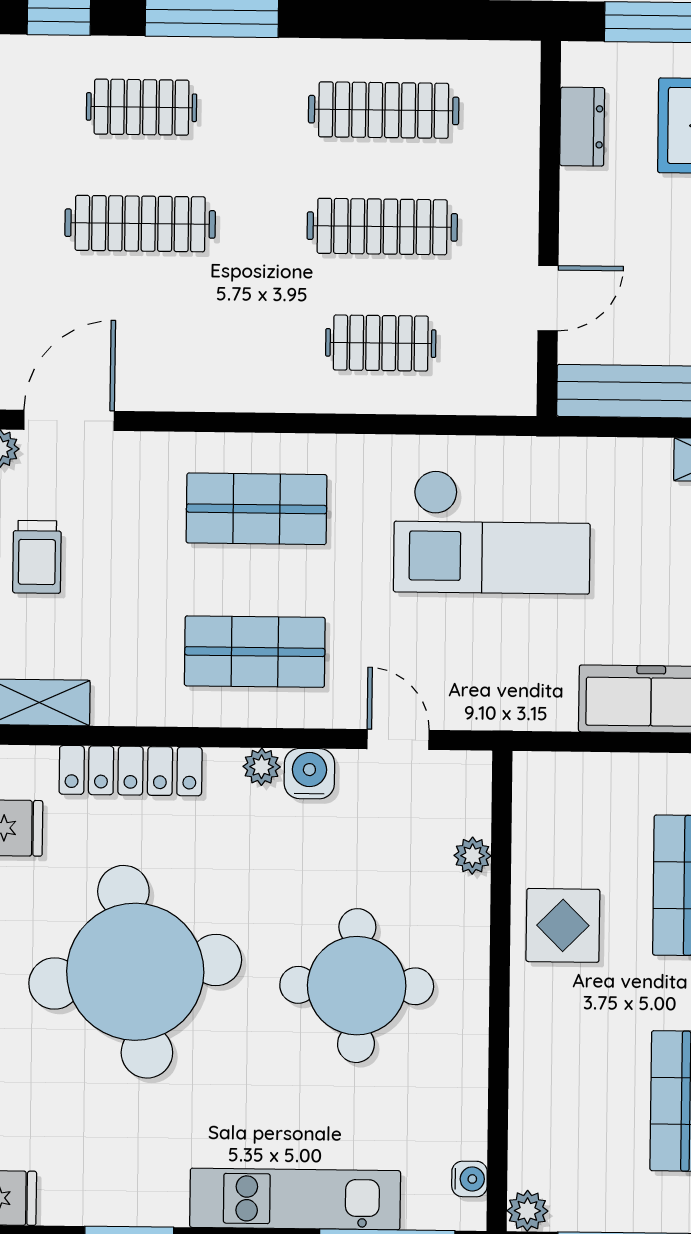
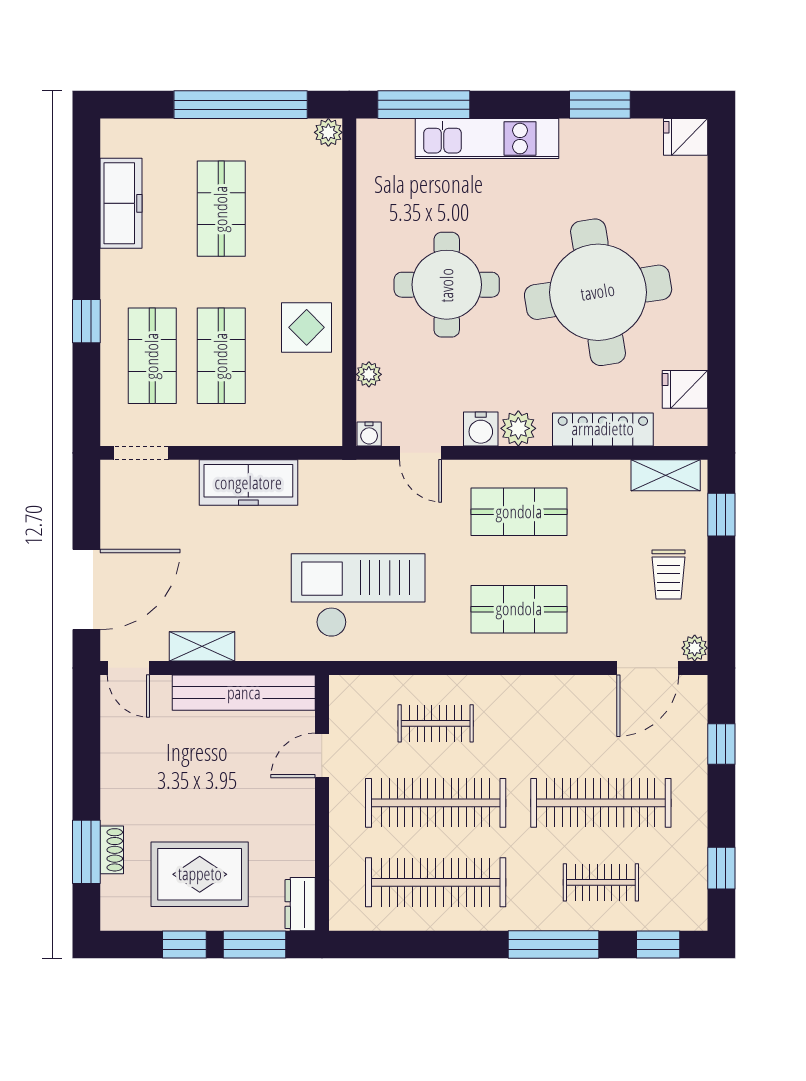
clothes rail: (384, 110) -> (436, 882), width x1.37, depth x1.31
dresser: (582, 127) -> (300, 904), moved
clothes rail: (140, 224) -> (601, 803), width x1.37, depth x1.31
clothes rail: (382, 227) -> (436, 803), width x1.37, depth x1.31
trolley: (37, 557) -> (668, 575), turned 180
plant: (262, 767) -> (518, 428), width x1.38, depth x1.38
water cooler: (469, 1179) -> (369, 434), moved, turned -90

